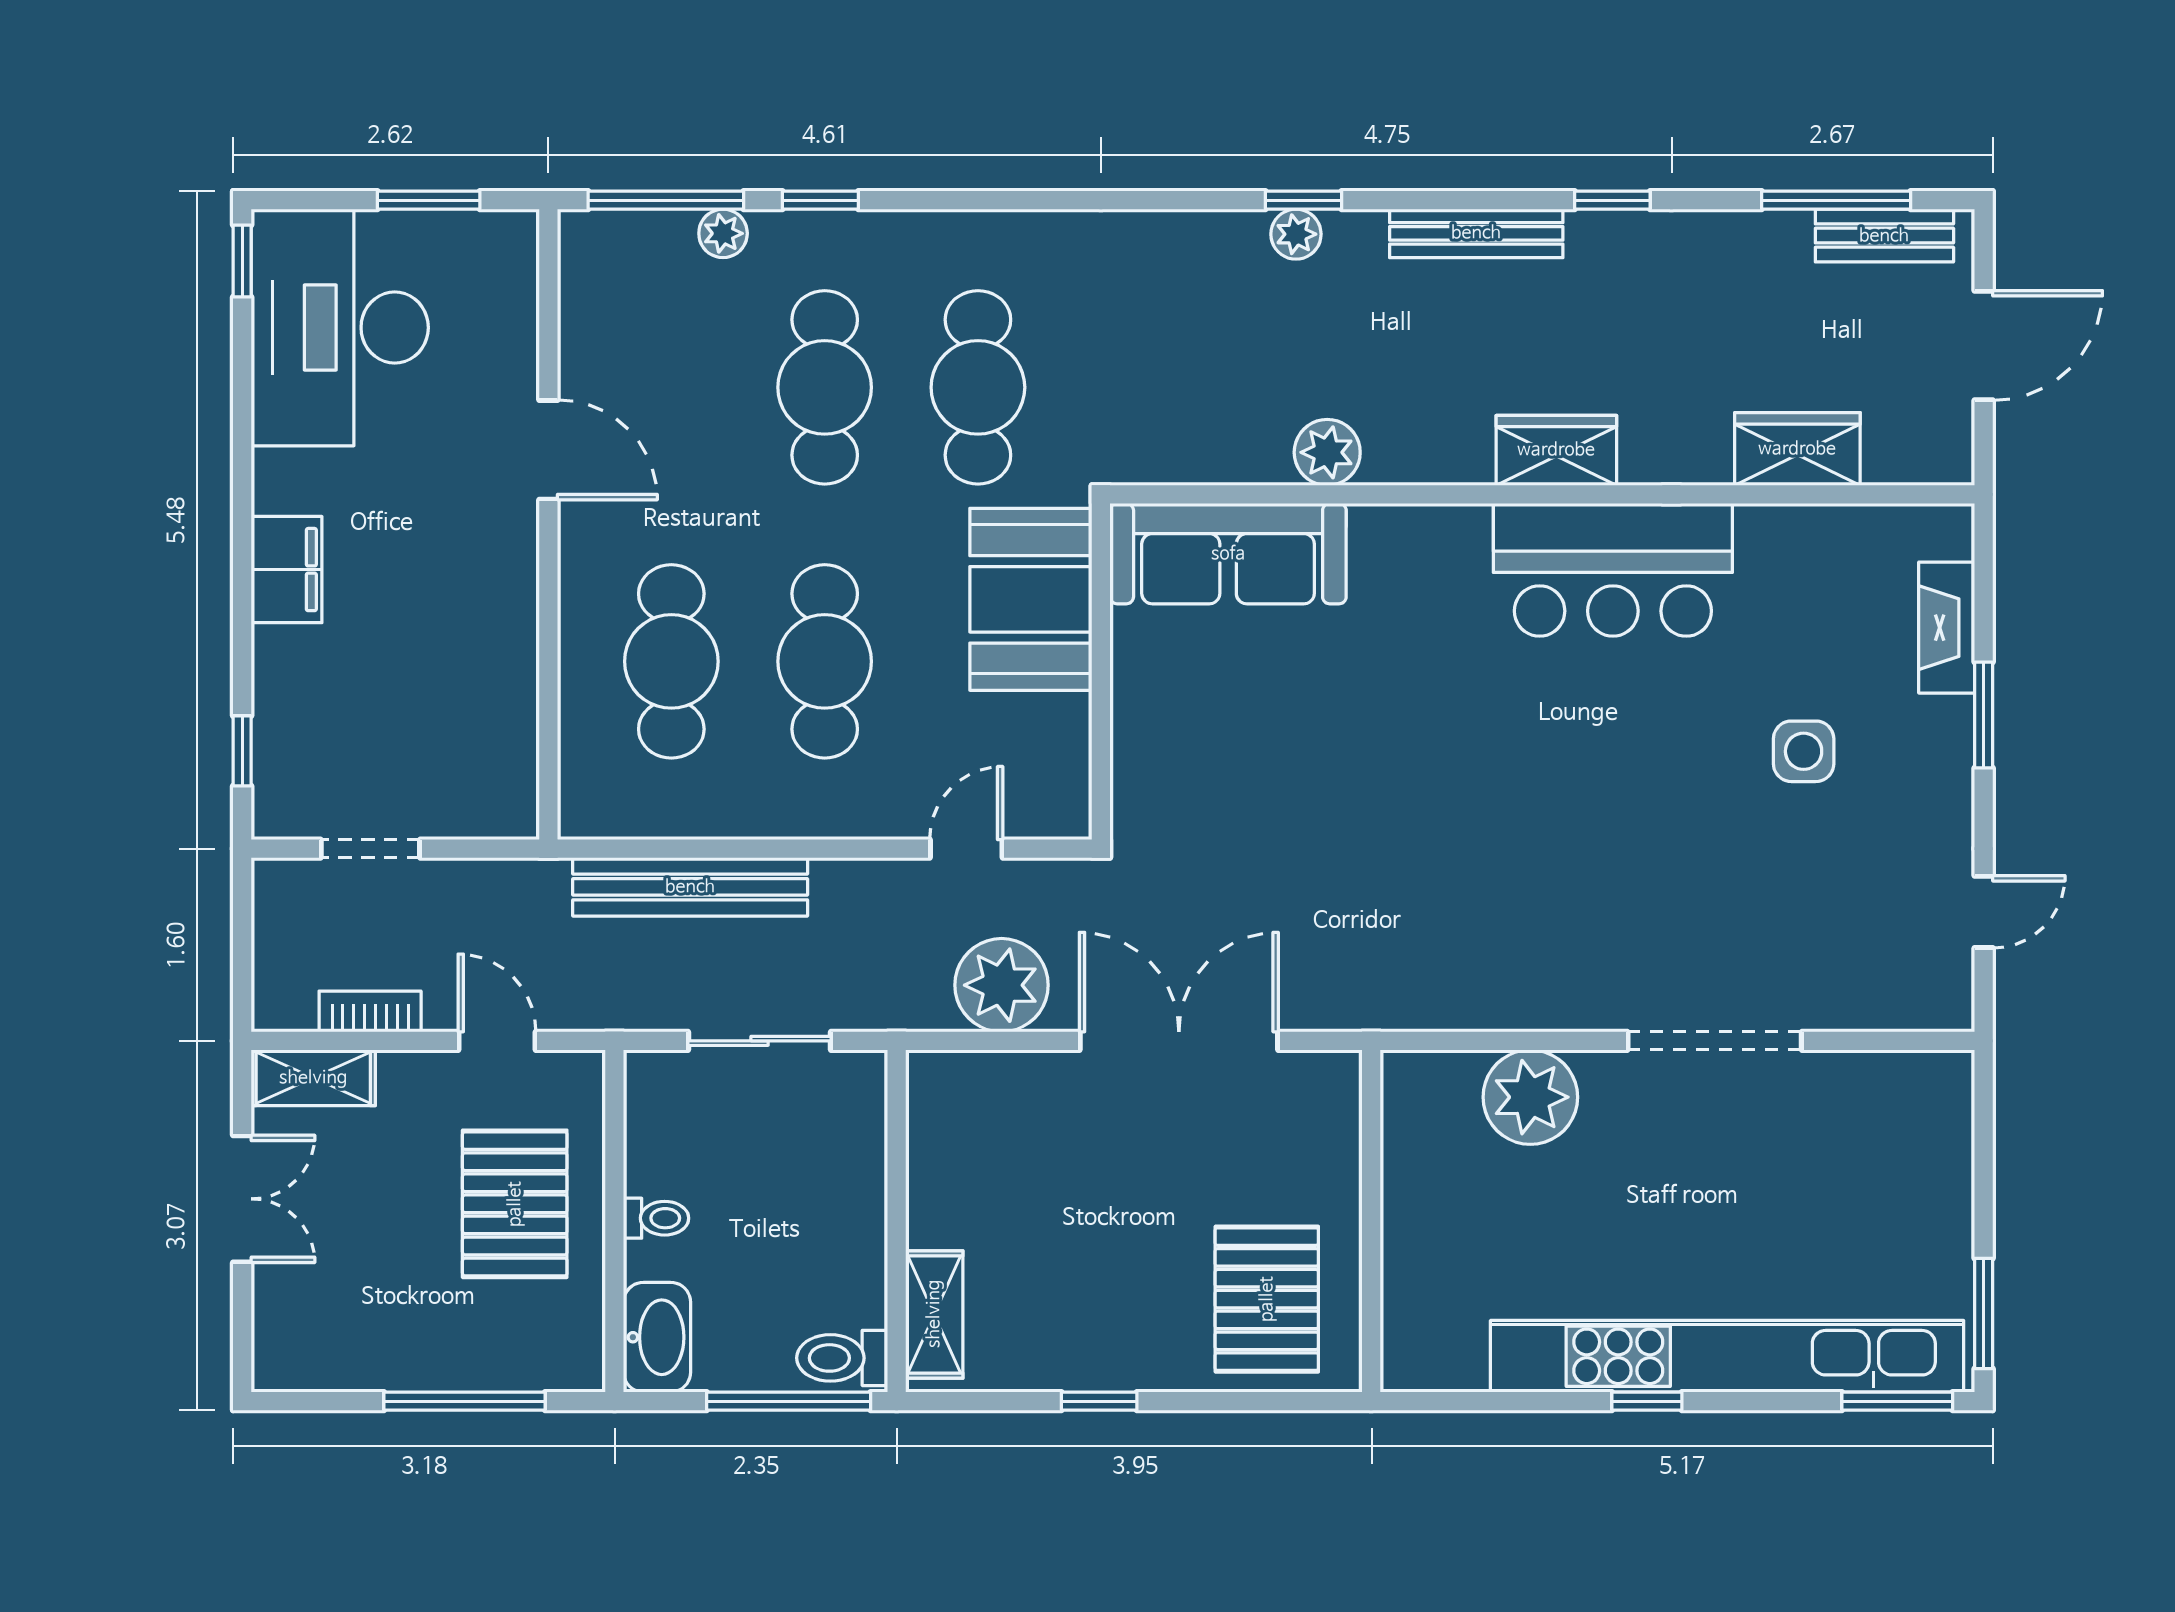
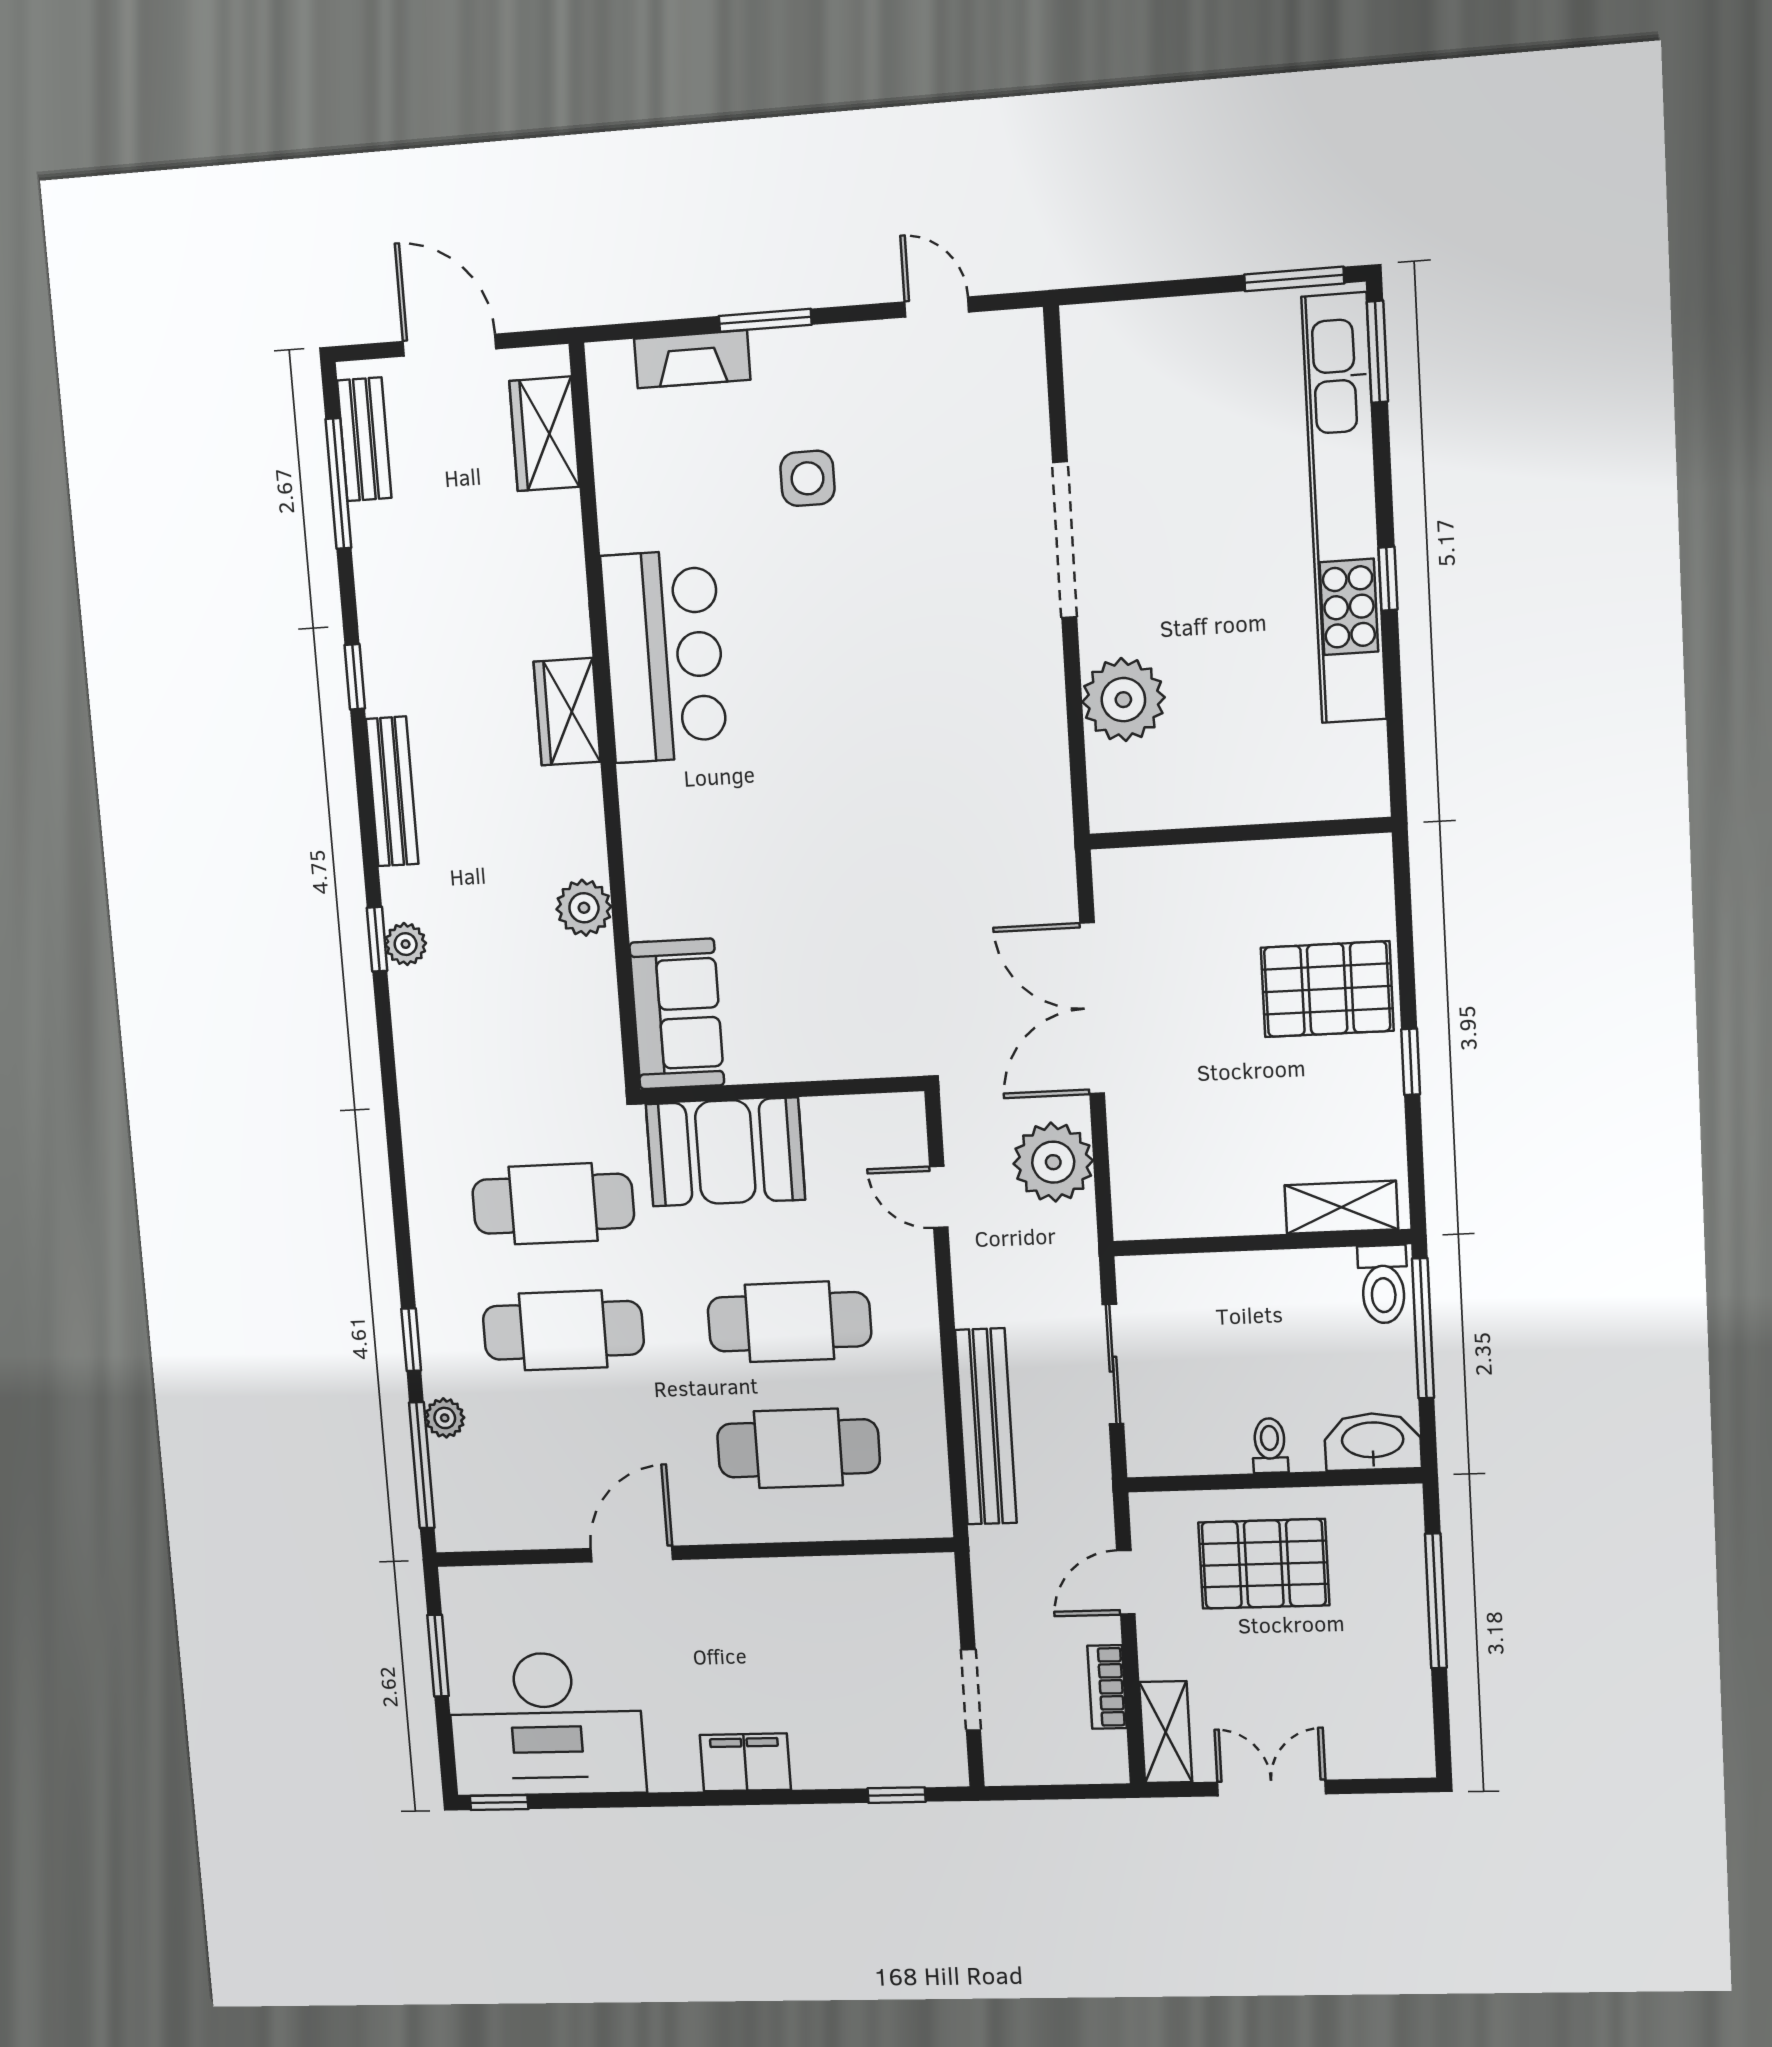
wardrobe: (1797, 449) -> (544, 434), moved
sofa: (1228, 554) -> (677, 1014), width x0.73
pallet: (1267, 1299) -> (1327, 989), moved

